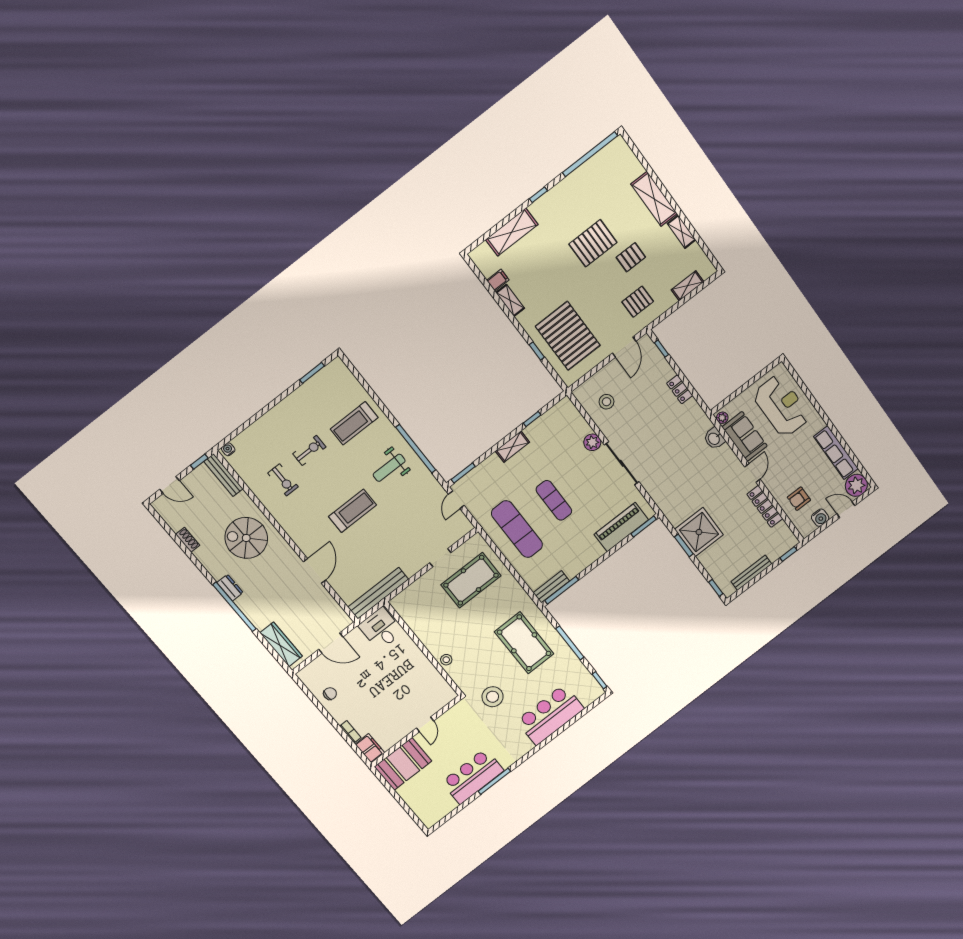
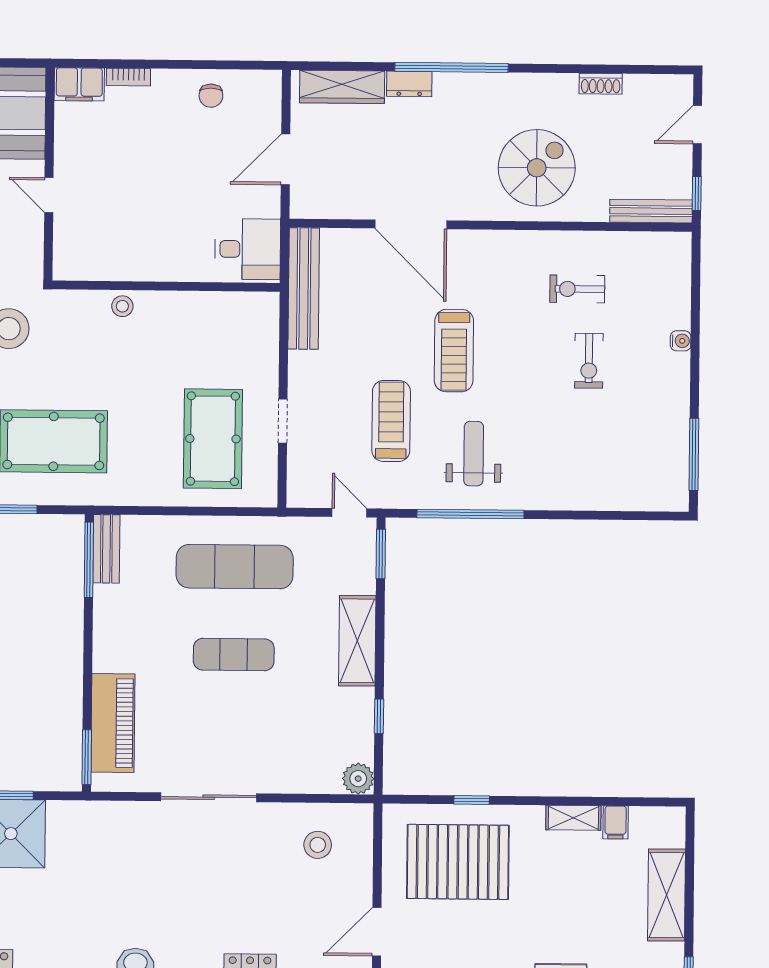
door: (624, 347) -> (377, 932), hinge flipped
window: (312, 373) -> (694, 454), width x1.44
treadmill: (354, 423) -> (391, 421), moved
plant: (592, 442) -> (358, 779), moved
shelving: (512, 447) -> (357, 641), width x1.50, depth x1.33
water cooler: (228, 449) -> (681, 341), moved
door: (314, 571) -> (411, 224), width x1.36
dresser: (230, 588) -> (409, 84), moved

